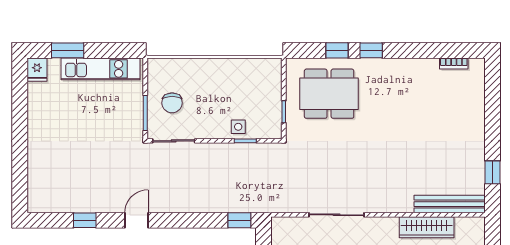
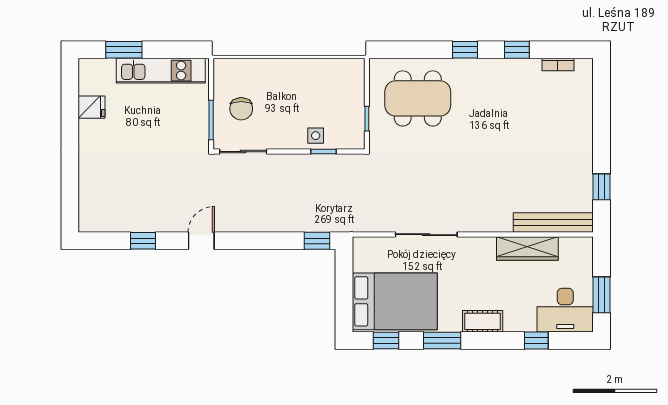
window: (337, 50) -> (517, 50), moved
fridge: (37, 70) -> (92, 107), moved, turned -90

